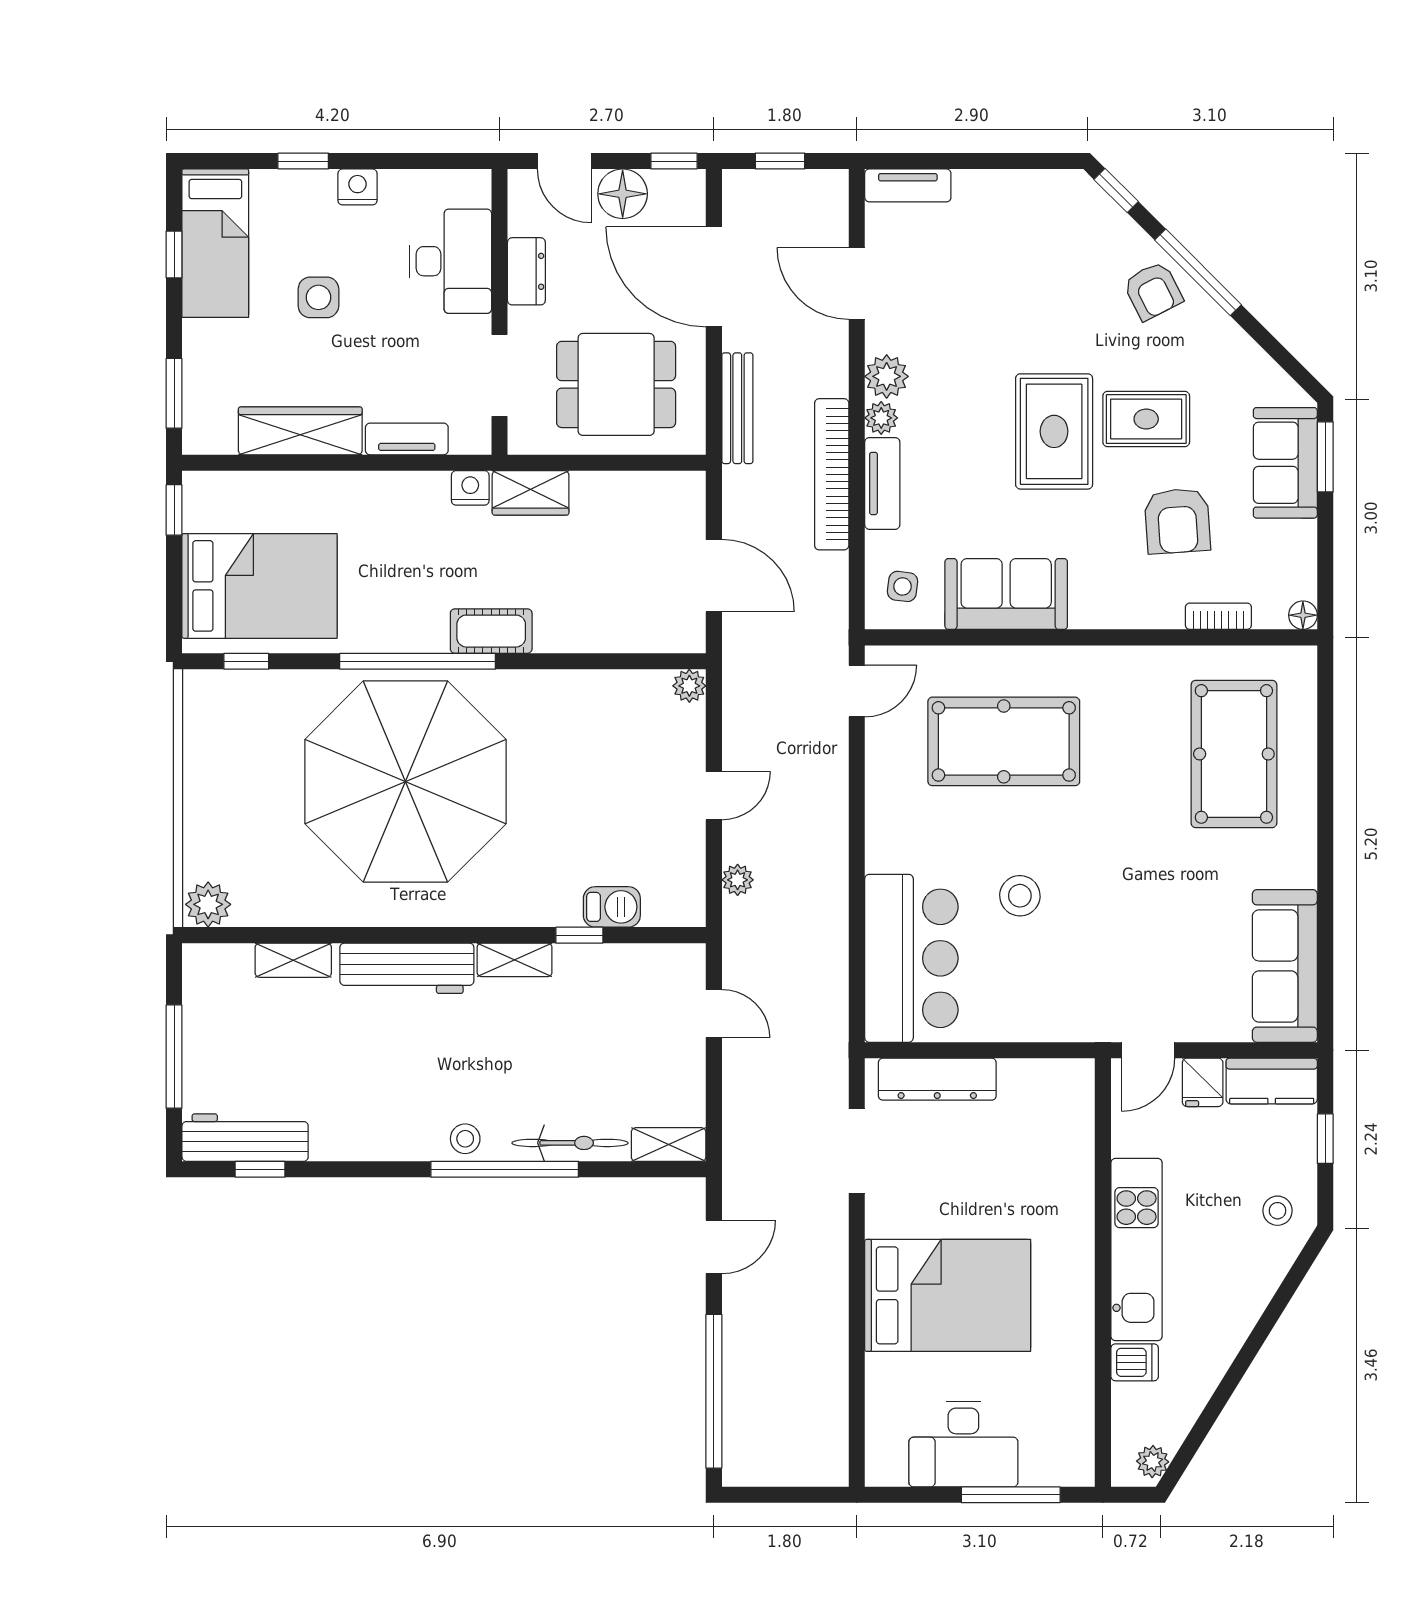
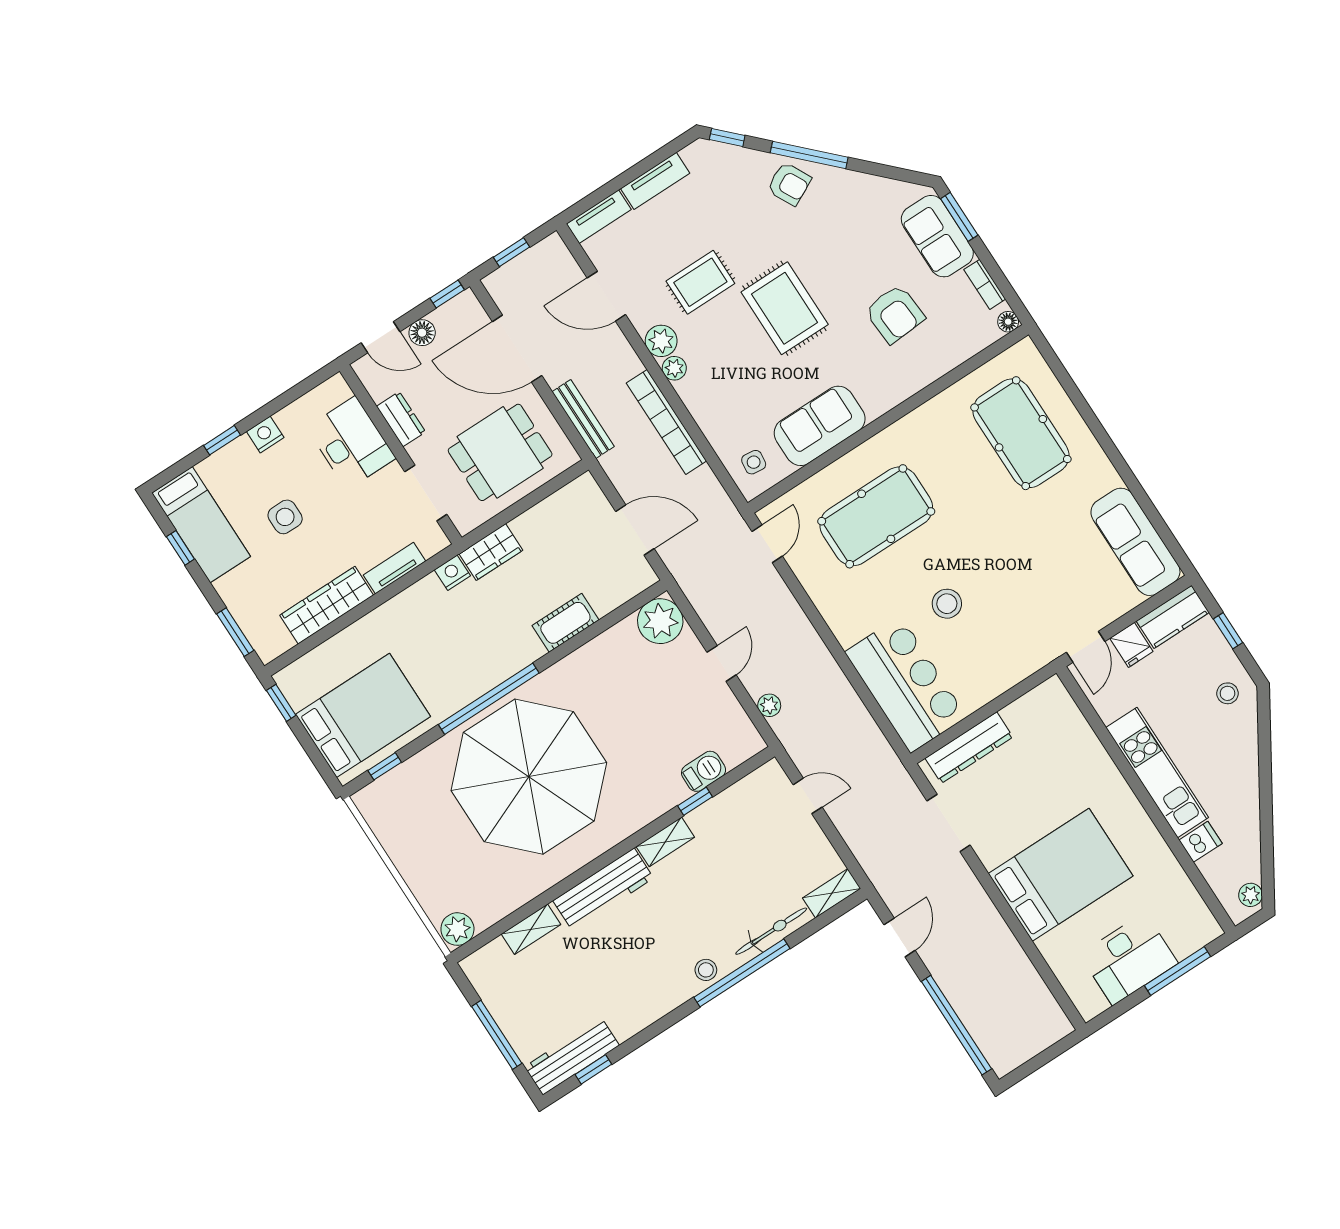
floor lamp: (623, 194) -> (422, 333), width x0.73, depth x0.73
rug: (1146, 419) -> (700, 282), moved
tv unit: (882, 483) -> (655, 181), moved, turned 90
bookcase: (1218, 616) -> (985, 284), moved, turned -90
cot: (491, 631) -> (565, 623), moved
plant: (689, 686) -> (660, 621), width x1.88, depth x1.88

